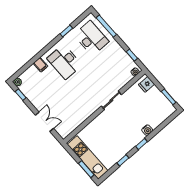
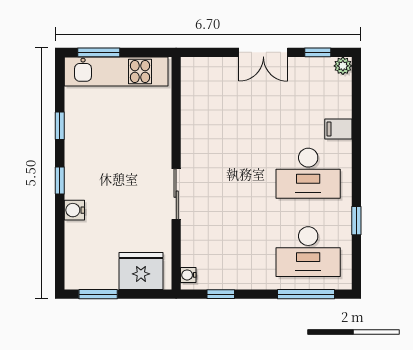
desk: (65, 62) -> (308, 173), turned 180
fridge: (147, 84) -> (141, 271), width x1.88, depth x1.34
double door: (44, 122) -> (263, 52), moved

